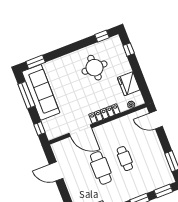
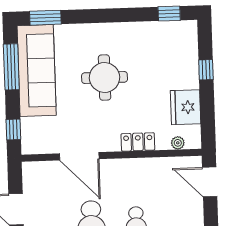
window: (129, 50) -> (206, 70), moved
round table: (95, 68) -> (105, 78), moved
locker: (104, 114) -> (138, 142), width x0.66

